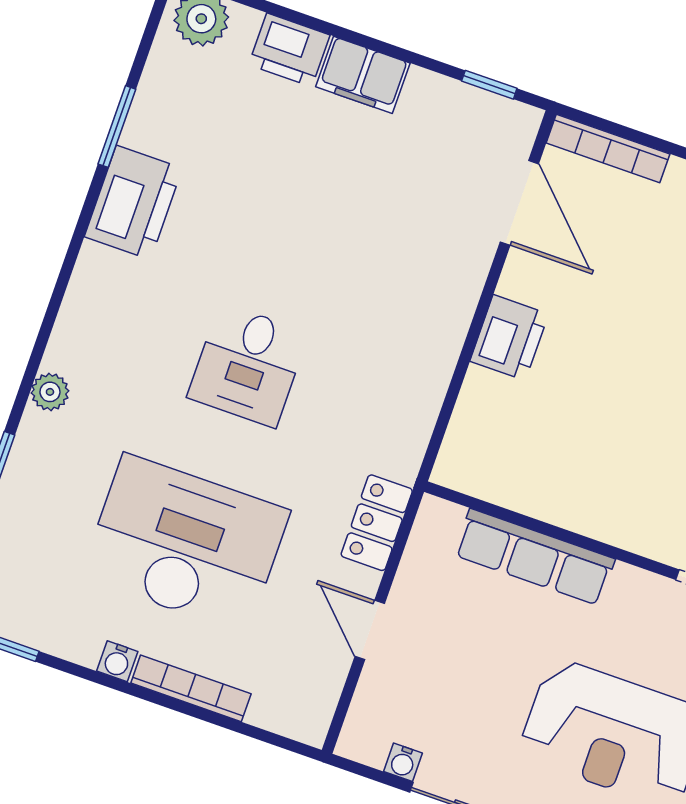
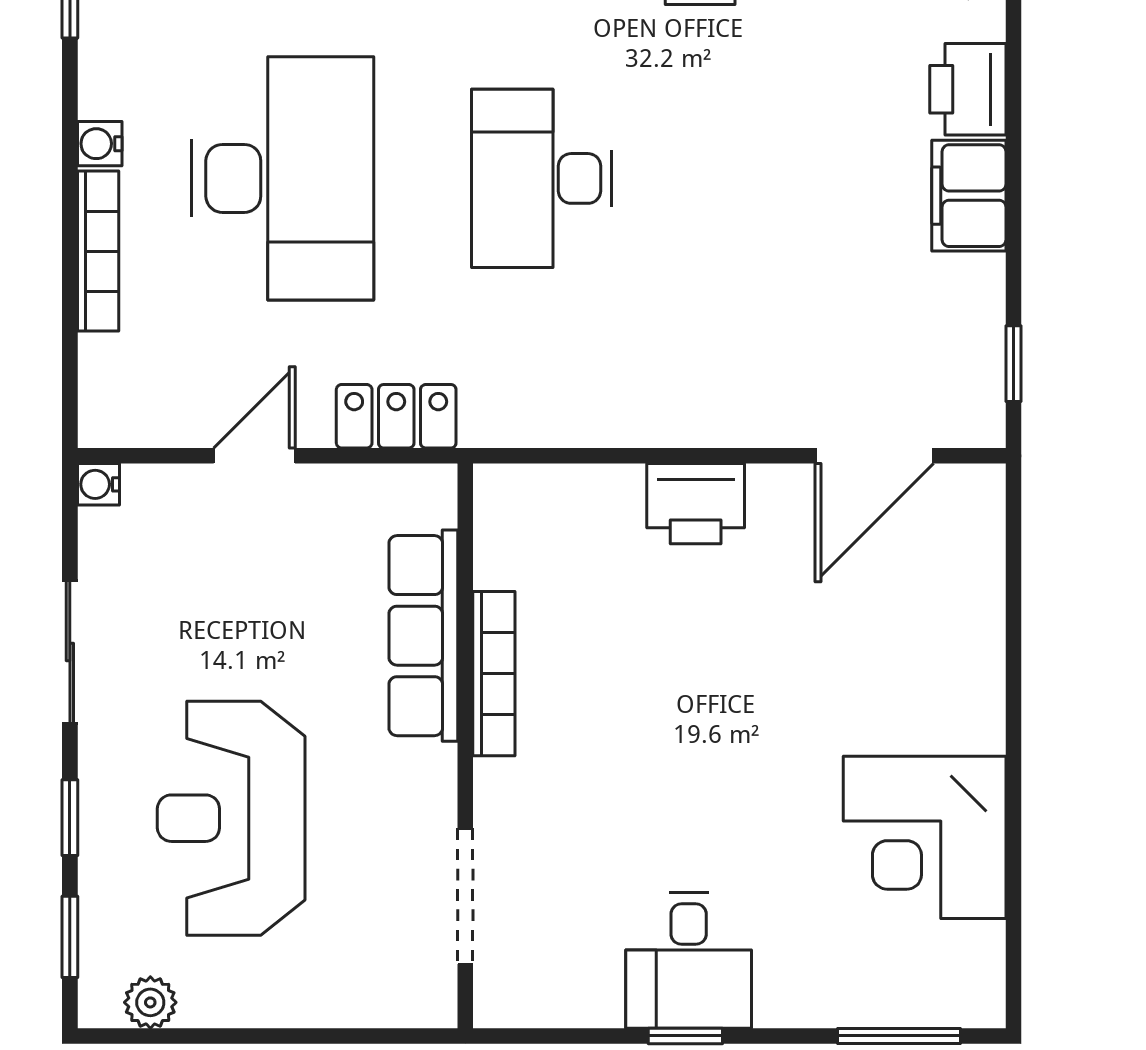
bookcase: (608, 148) -> (494, 674), moved, turned 180
desk: (248, 365) -> (542, 178), width x1.37
water cooler: (403, 762) -> (98, 484), moved

